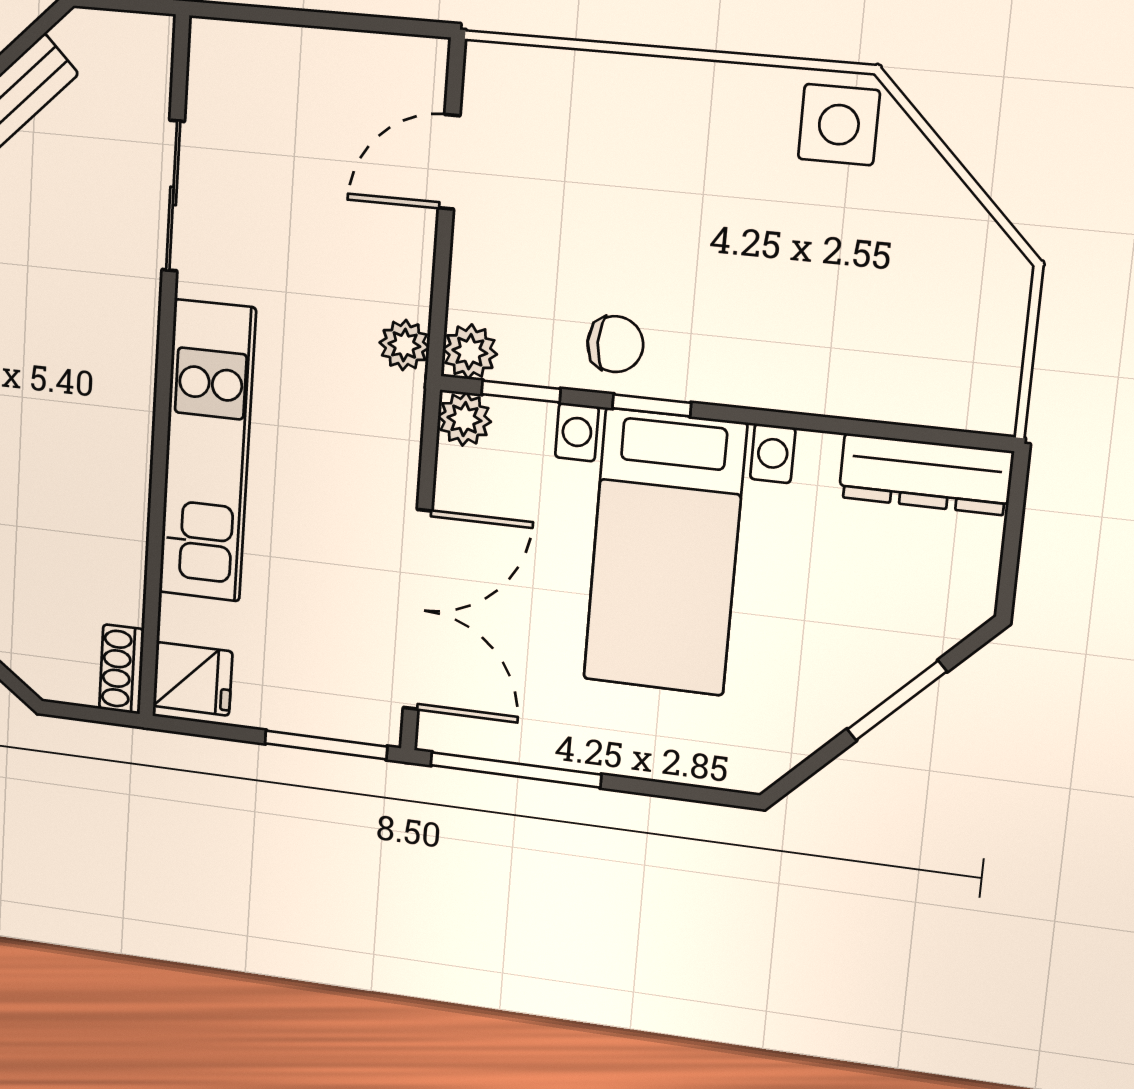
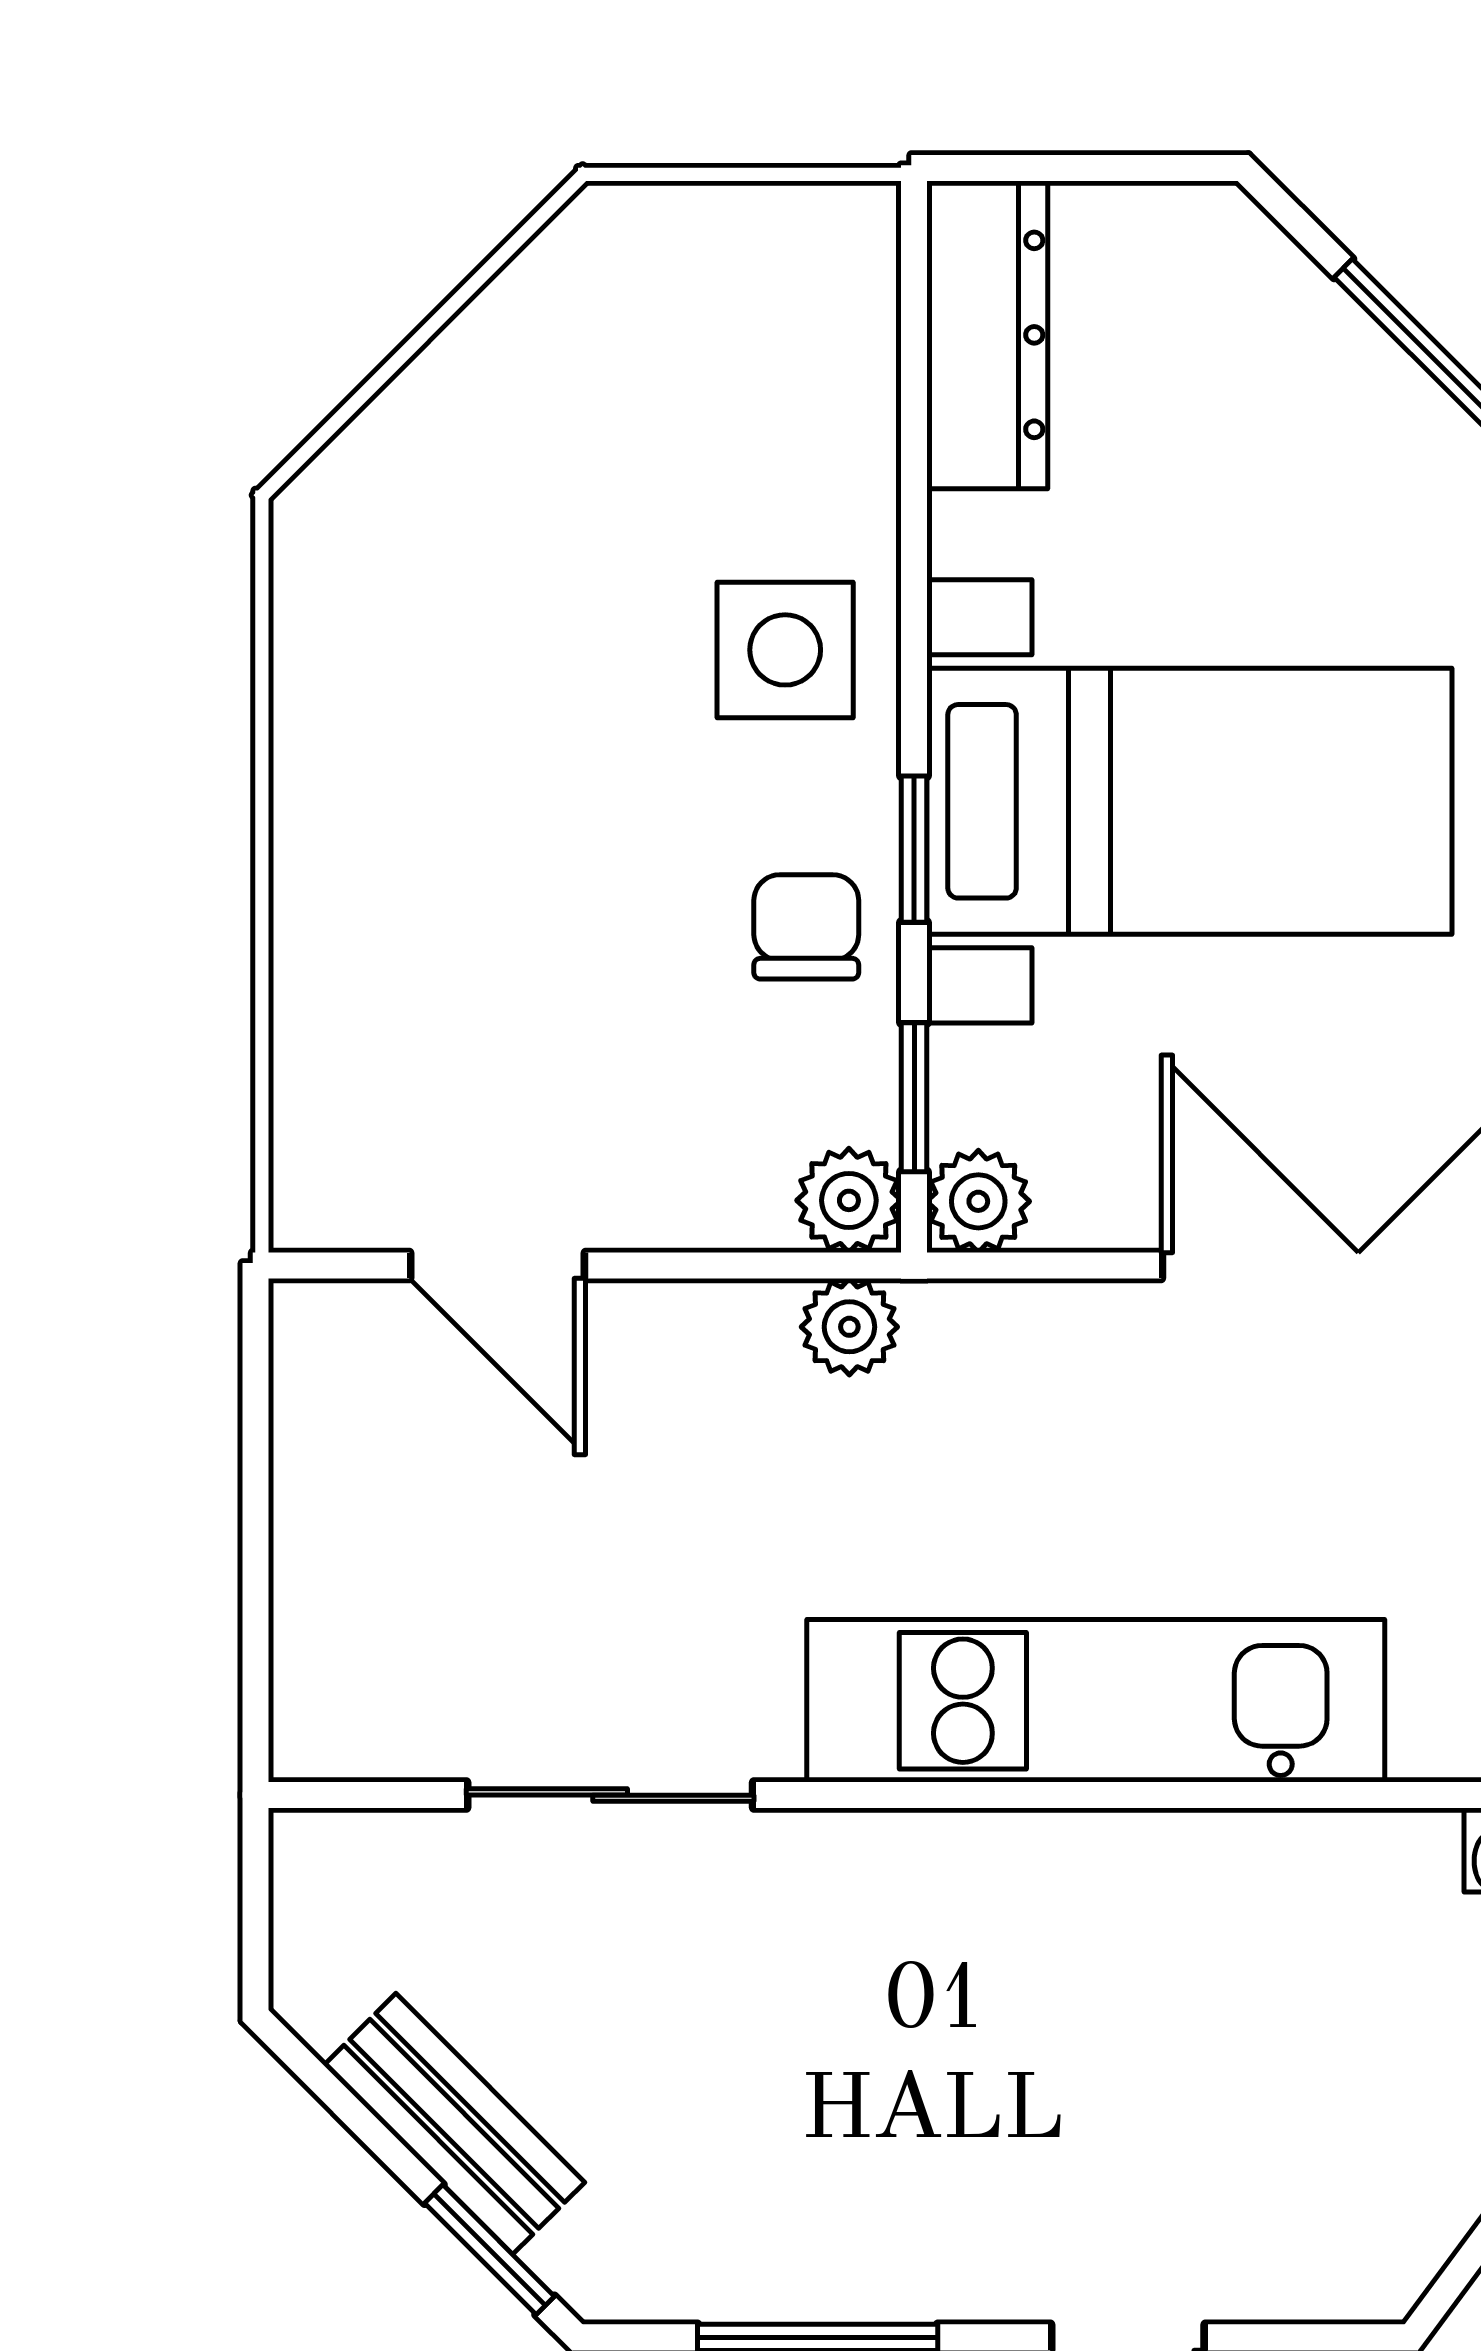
side table: (839, 125) -> (785, 650), moved

